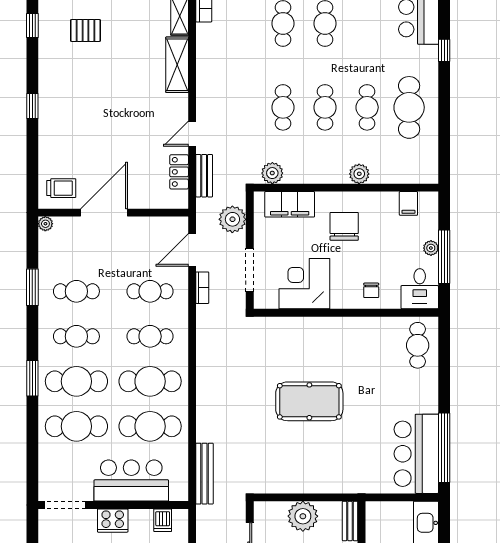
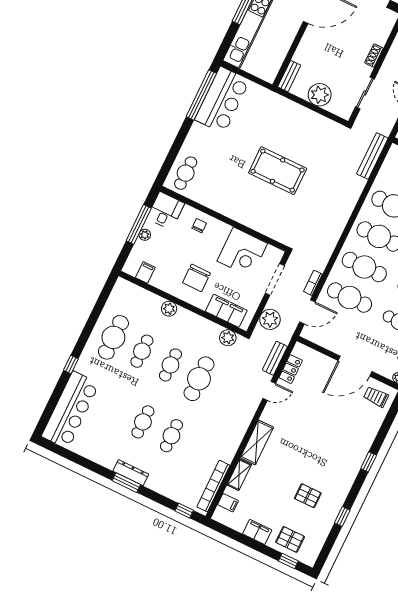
cafe table: (283, 107) -> (199, 379), width x1.37, depth x1.35
cafe table: (150, 291) -> (350, 298), width x1.37, depth x1.35
cafe table: (150, 336) -> (364, 267), width x1.37, depth x1.35

